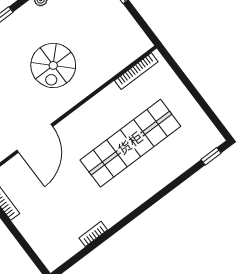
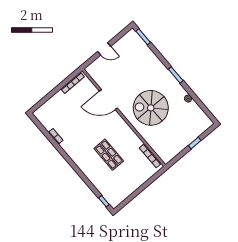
spiral stairs: (53, 65) -> (151, 108), width x1.37, depth x1.37
shop shelf: (130, 143) -> (109, 155), width x0.50, depth x0.74

